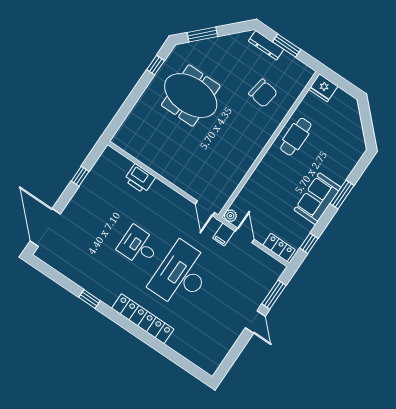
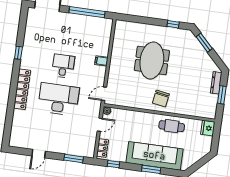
chair: (263, 93) -> (161, 98), moved
meeting table: (191, 96) -> (152, 60), moved
window: (80, 176) -> (87, 12), width x3.17
printer: (140, 179) -> (103, 47), removed
sofa: (317, 199) -> (154, 156), width x1.85, depth x1.27
filing cabinet: (224, 235) -> (101, 61), moved
door: (255, 322) -> (39, 154), moved

